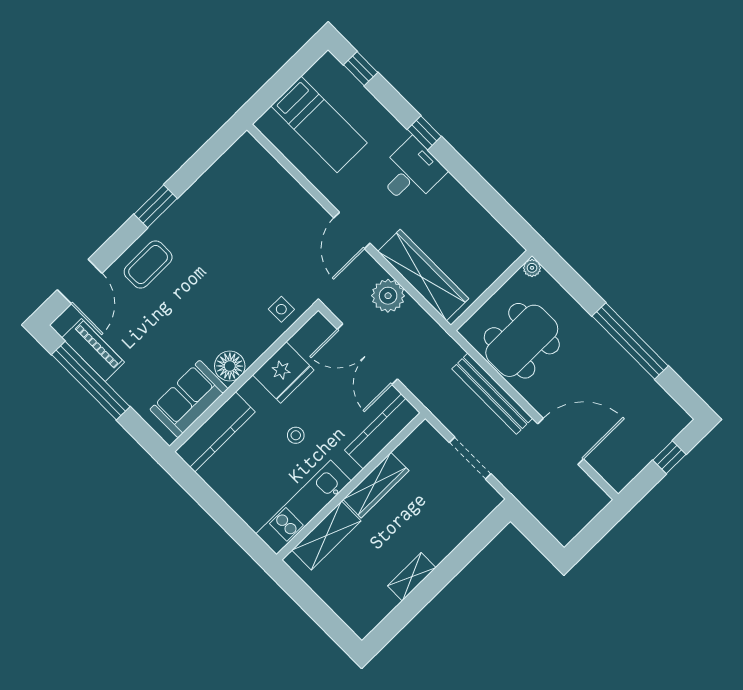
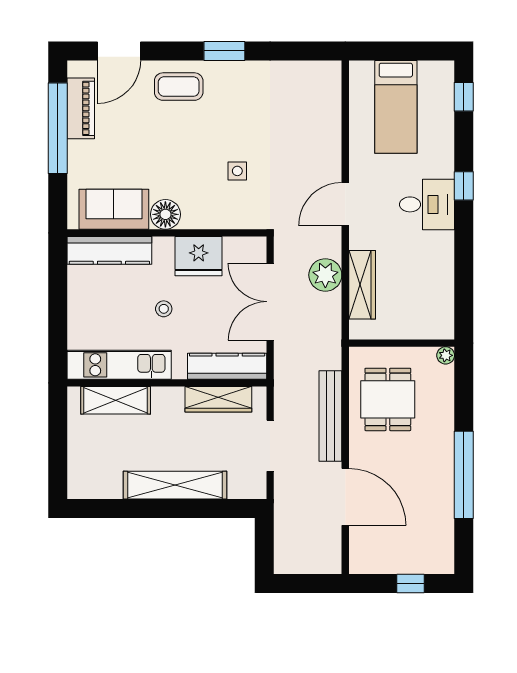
wardrobe: (423, 275) -> (362, 285), width x0.71, depth x0.85
side table: (281, 309) -> (237, 171), moved
dining table: (522, 341) -> (388, 399), width x0.73
wardrobe: (376, 485) -> (218, 399), moved
shelving: (412, 577) -> (175, 485), width x2.20, depth x1.33

